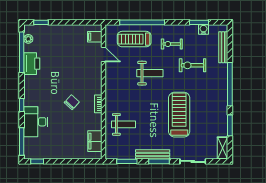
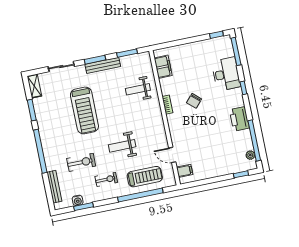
printer: (32, 64) -> (239, 119), moved

